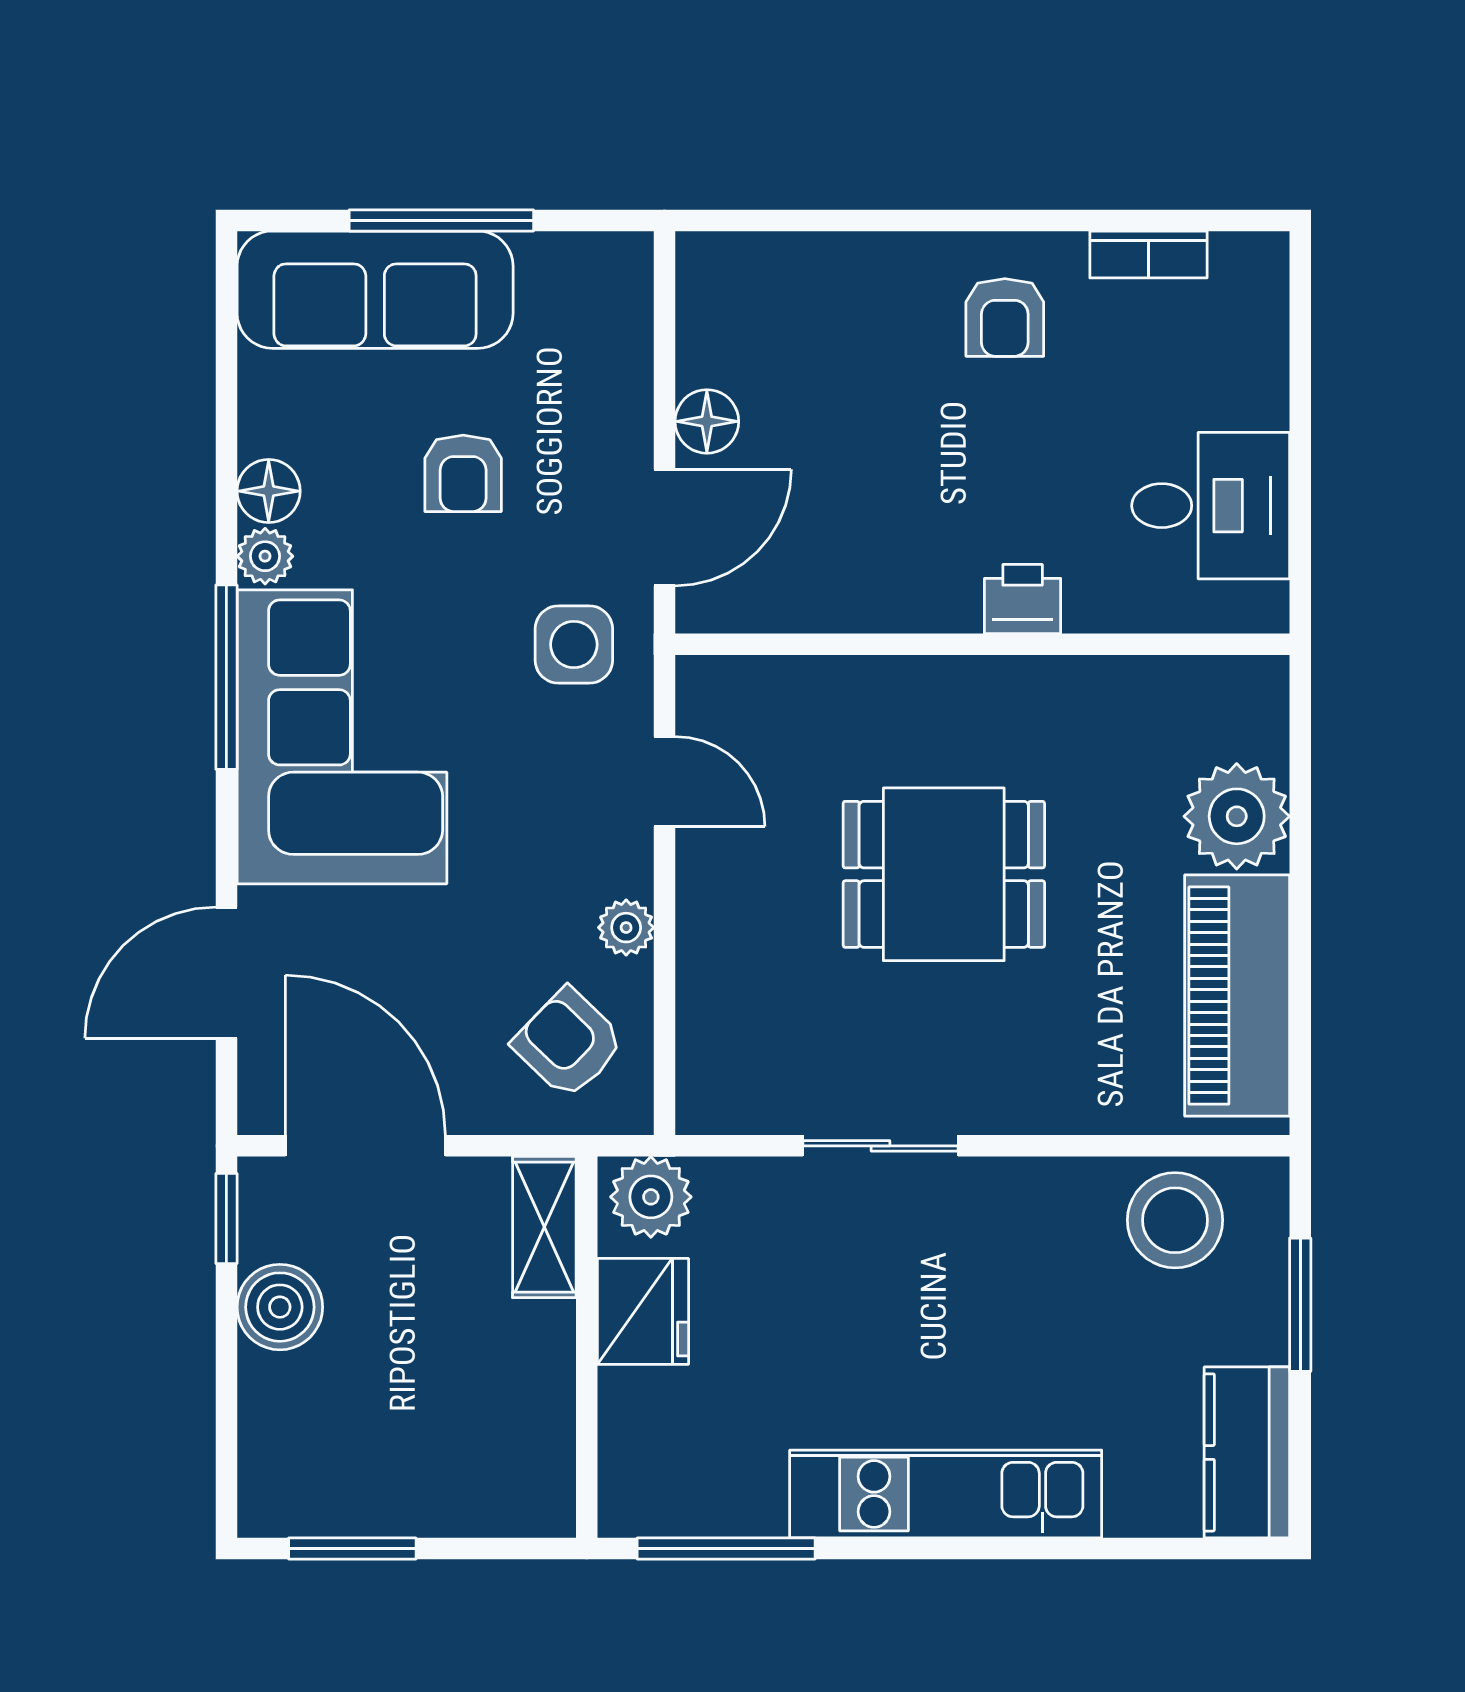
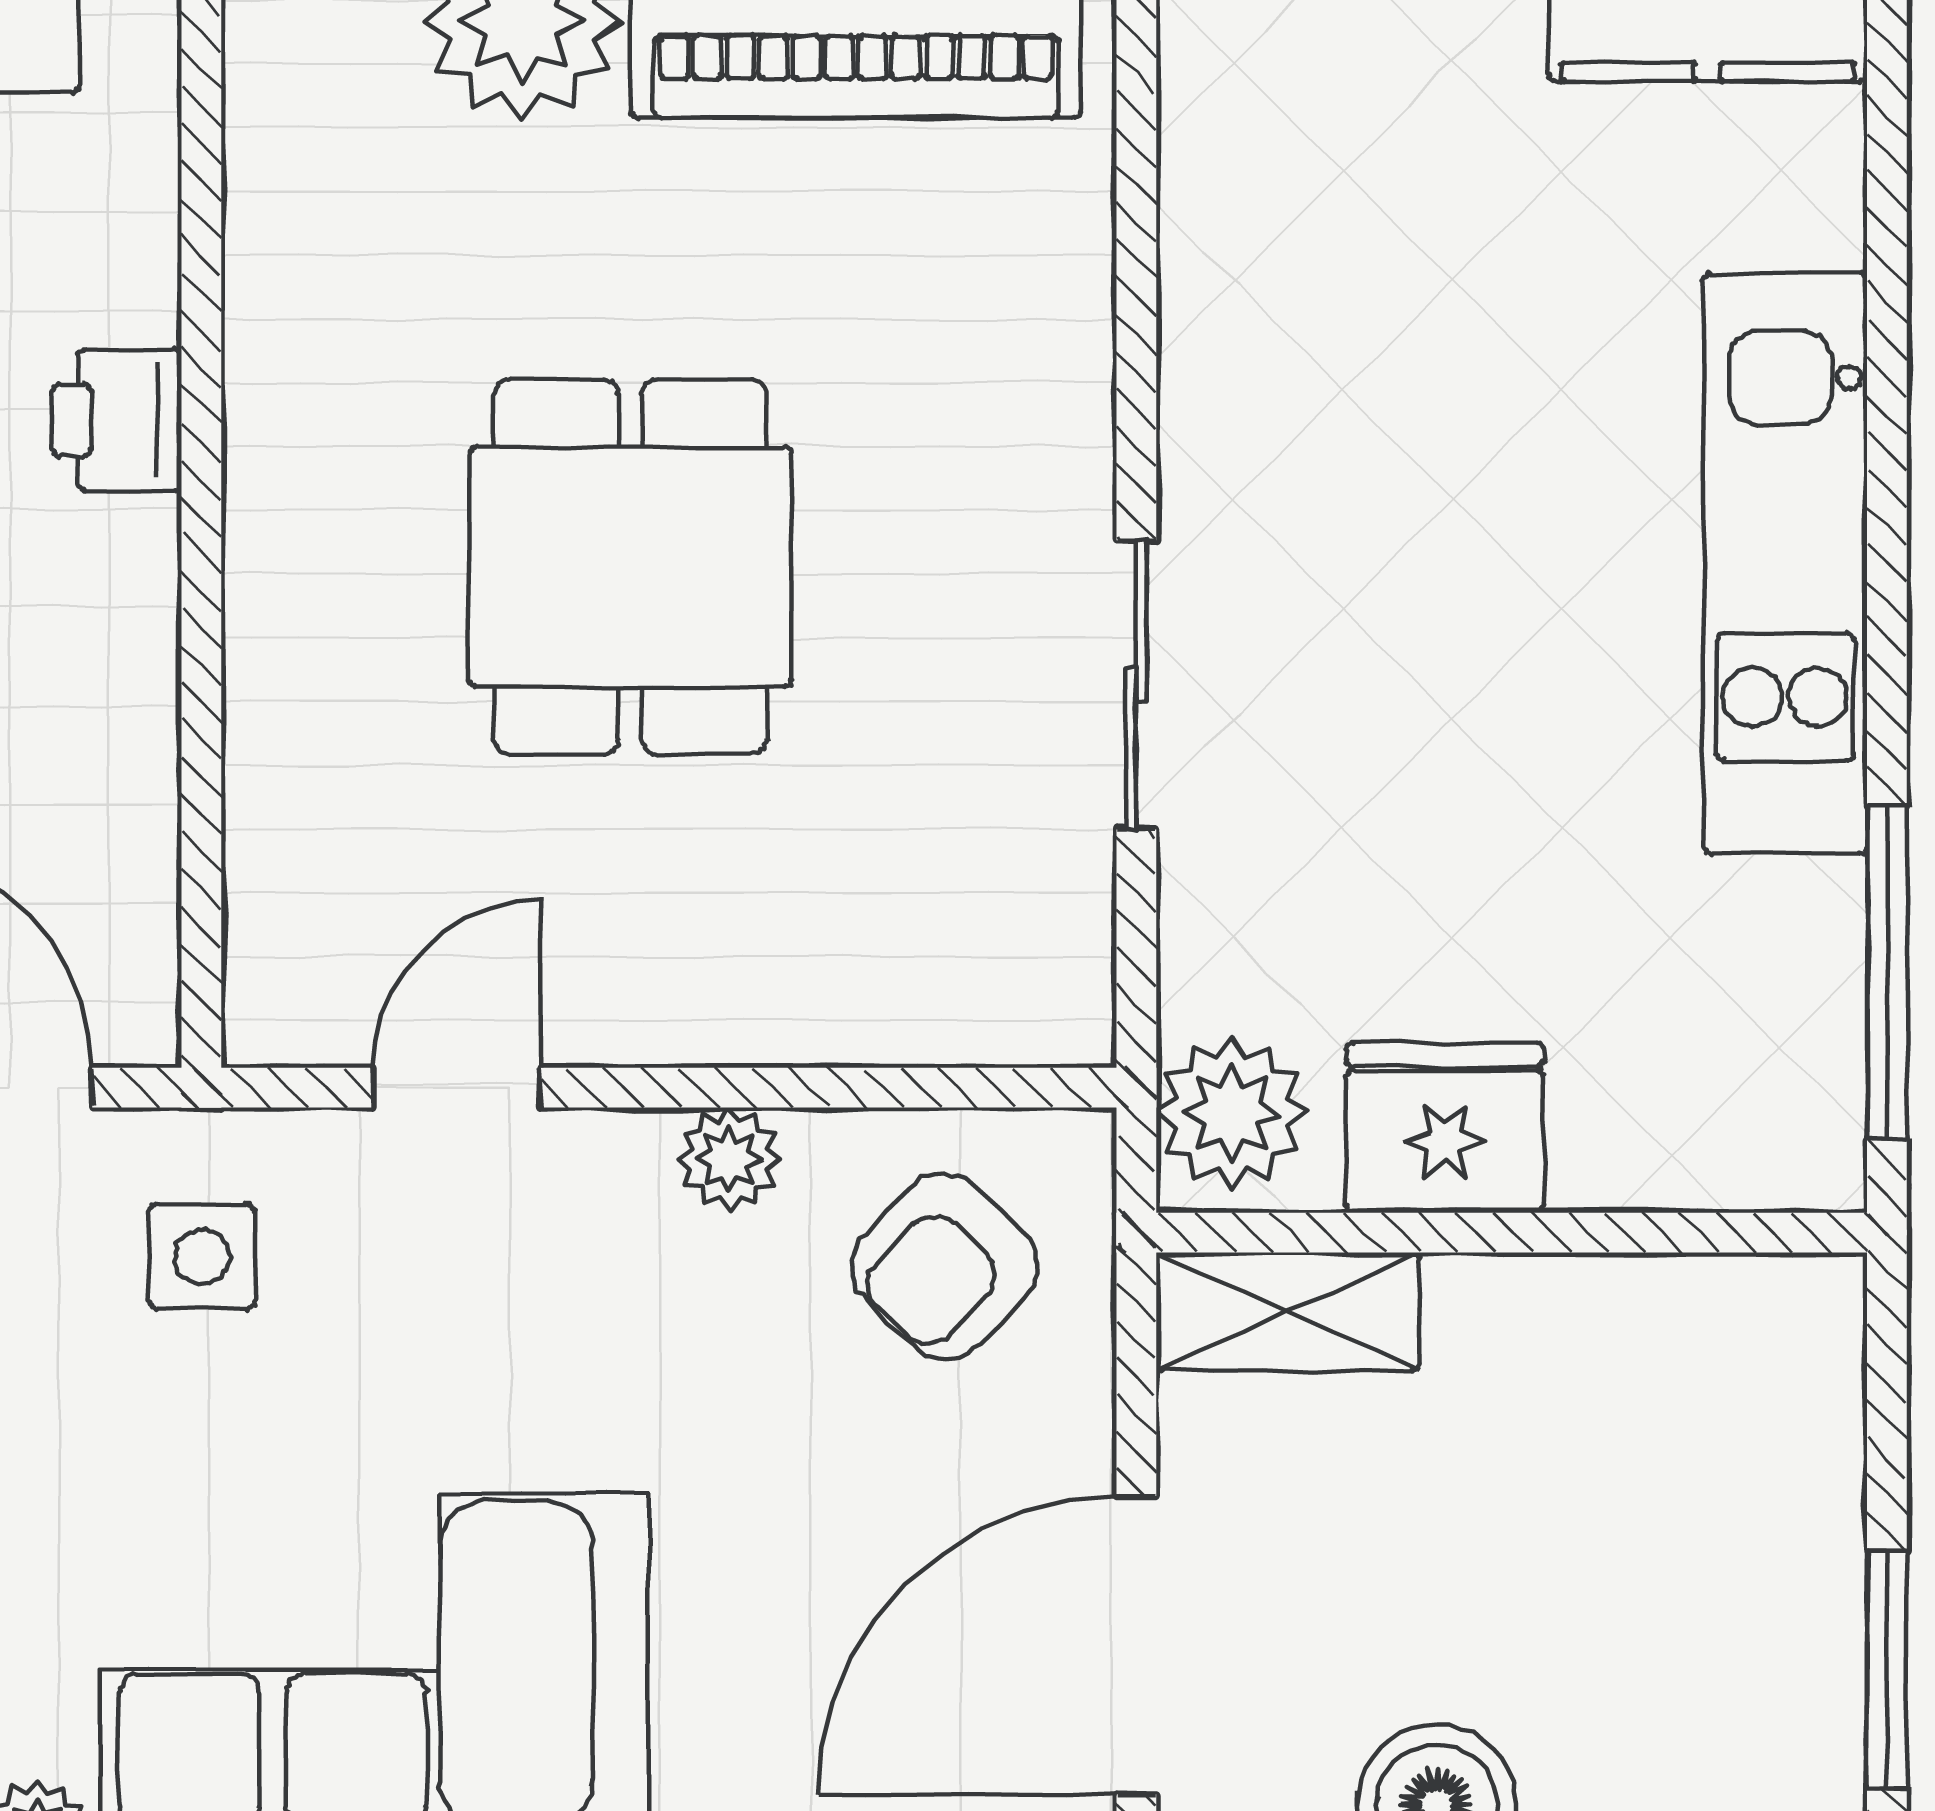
side table: (574, 645) -> (202, 1257), width x0.73, depth x0.73
stool: (1175, 1220) -> (1275, 136), removed

